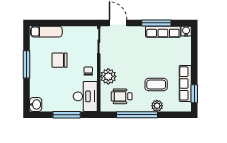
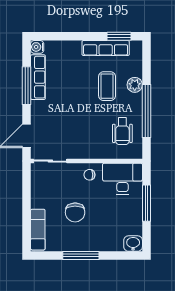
plant: (108, 76) -> (96, 149), removed

